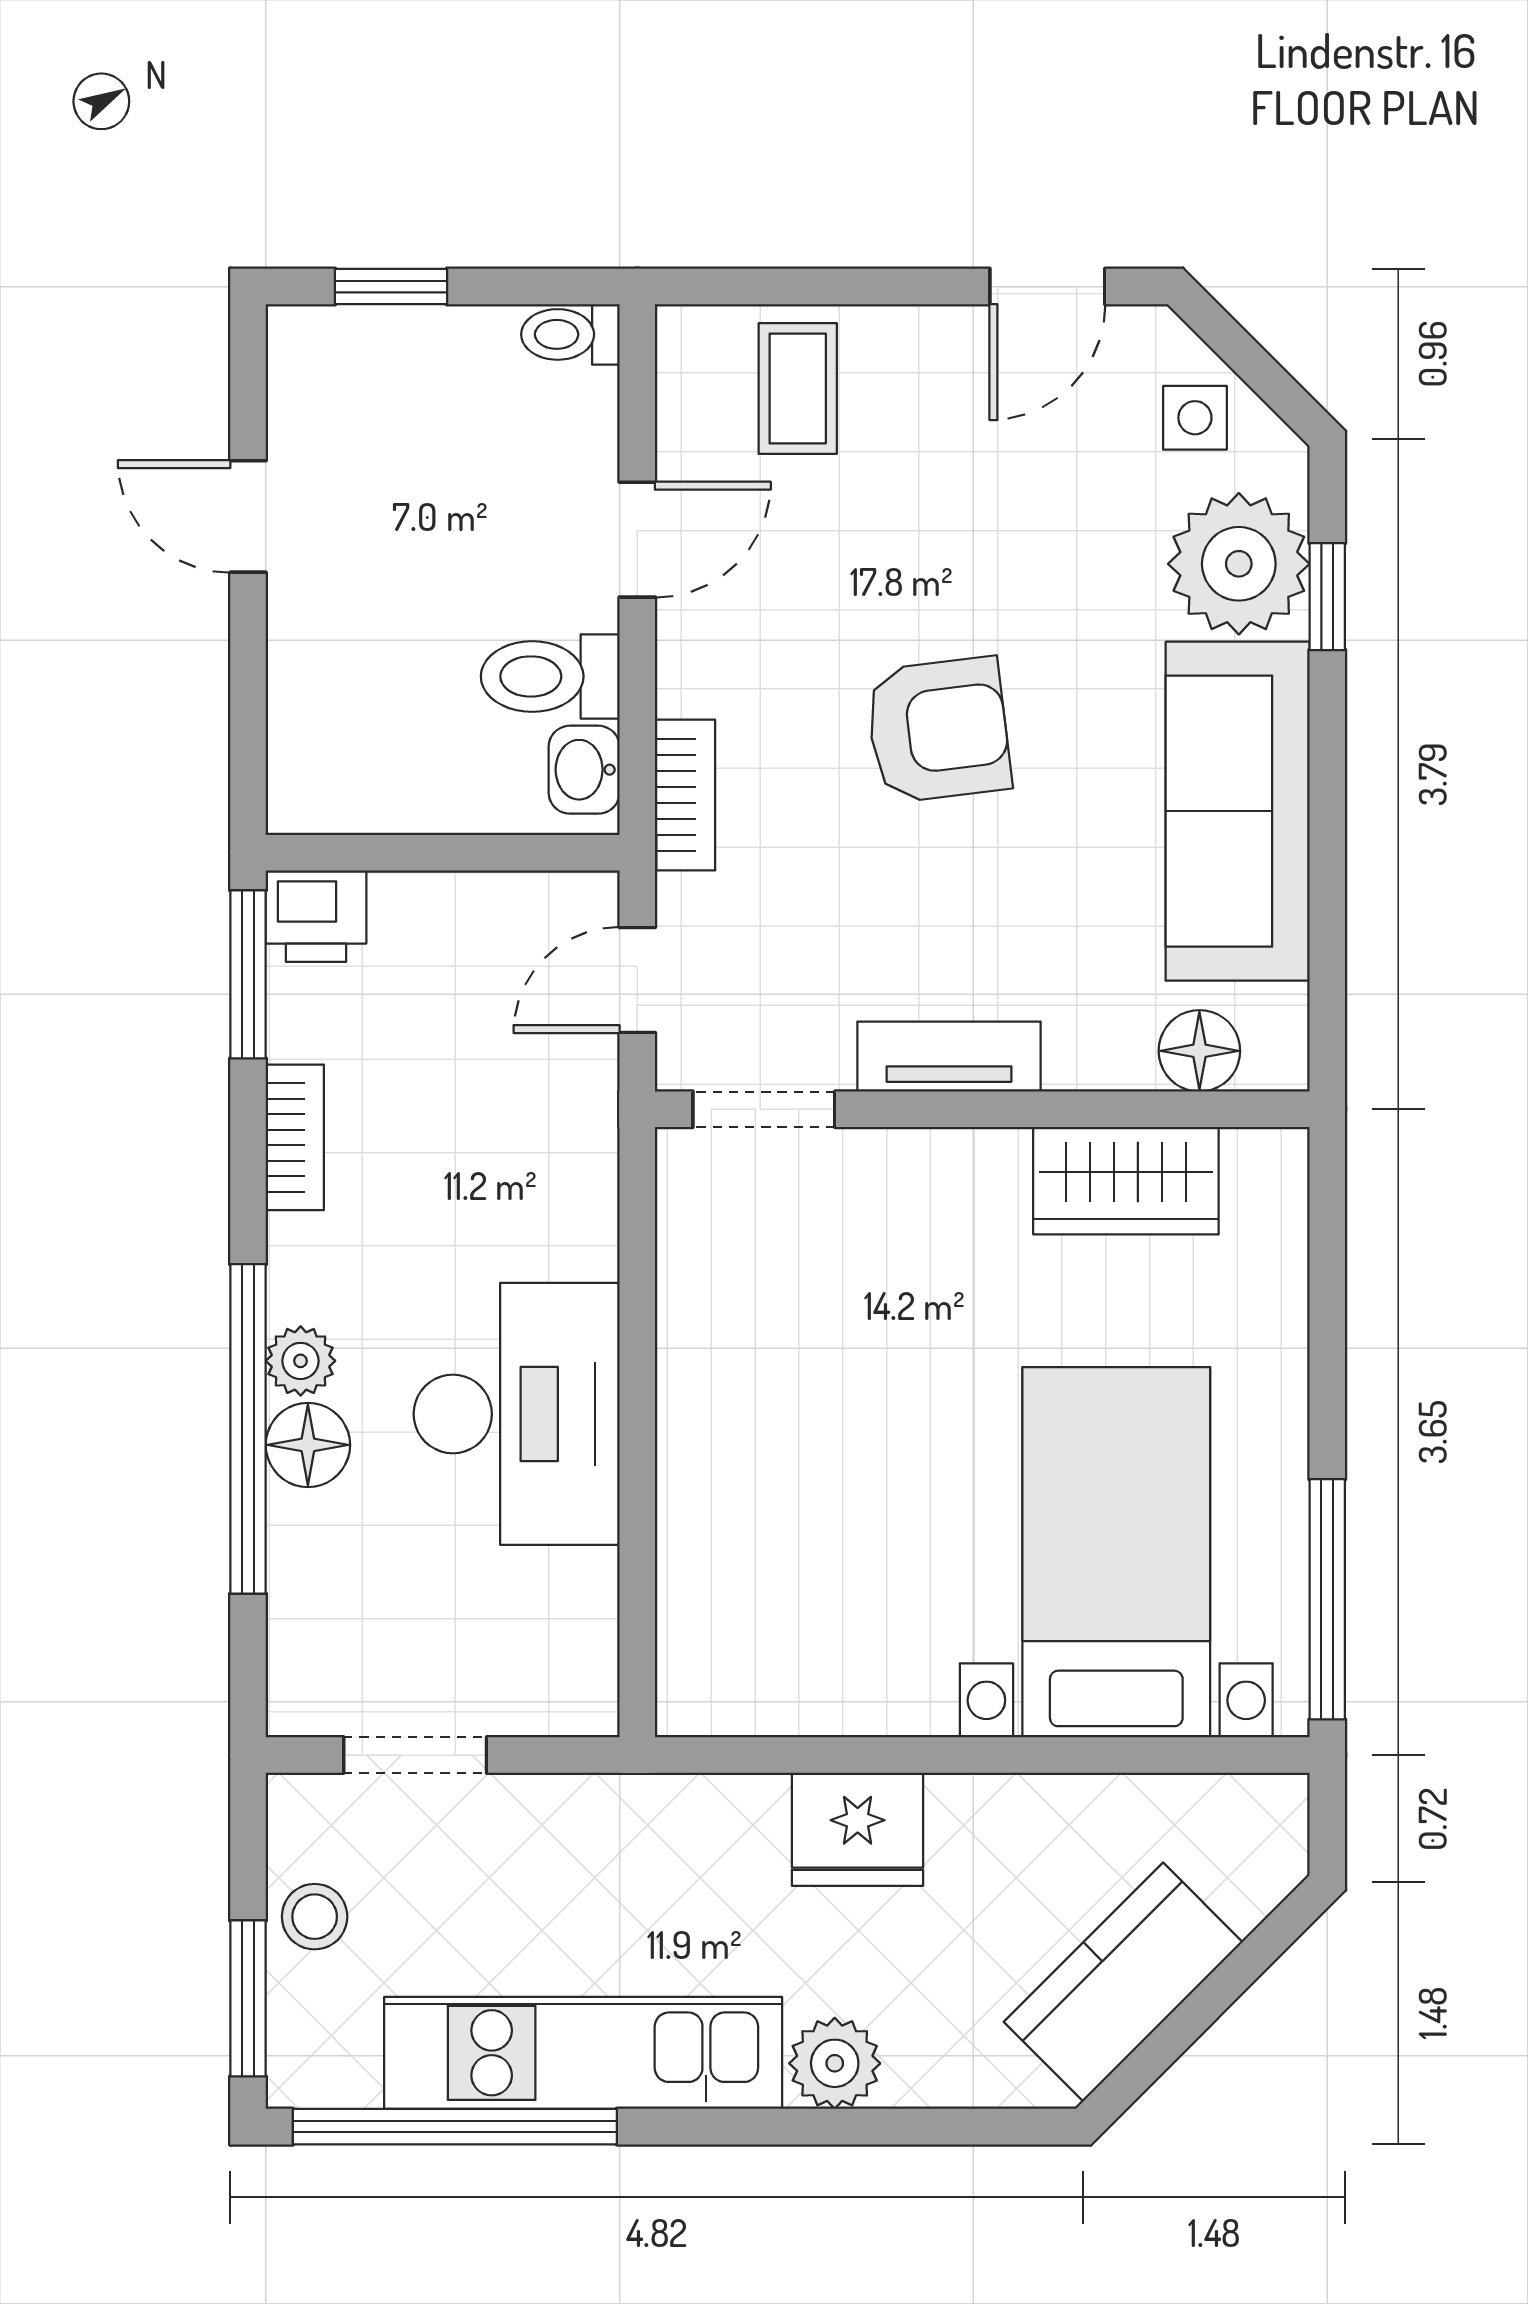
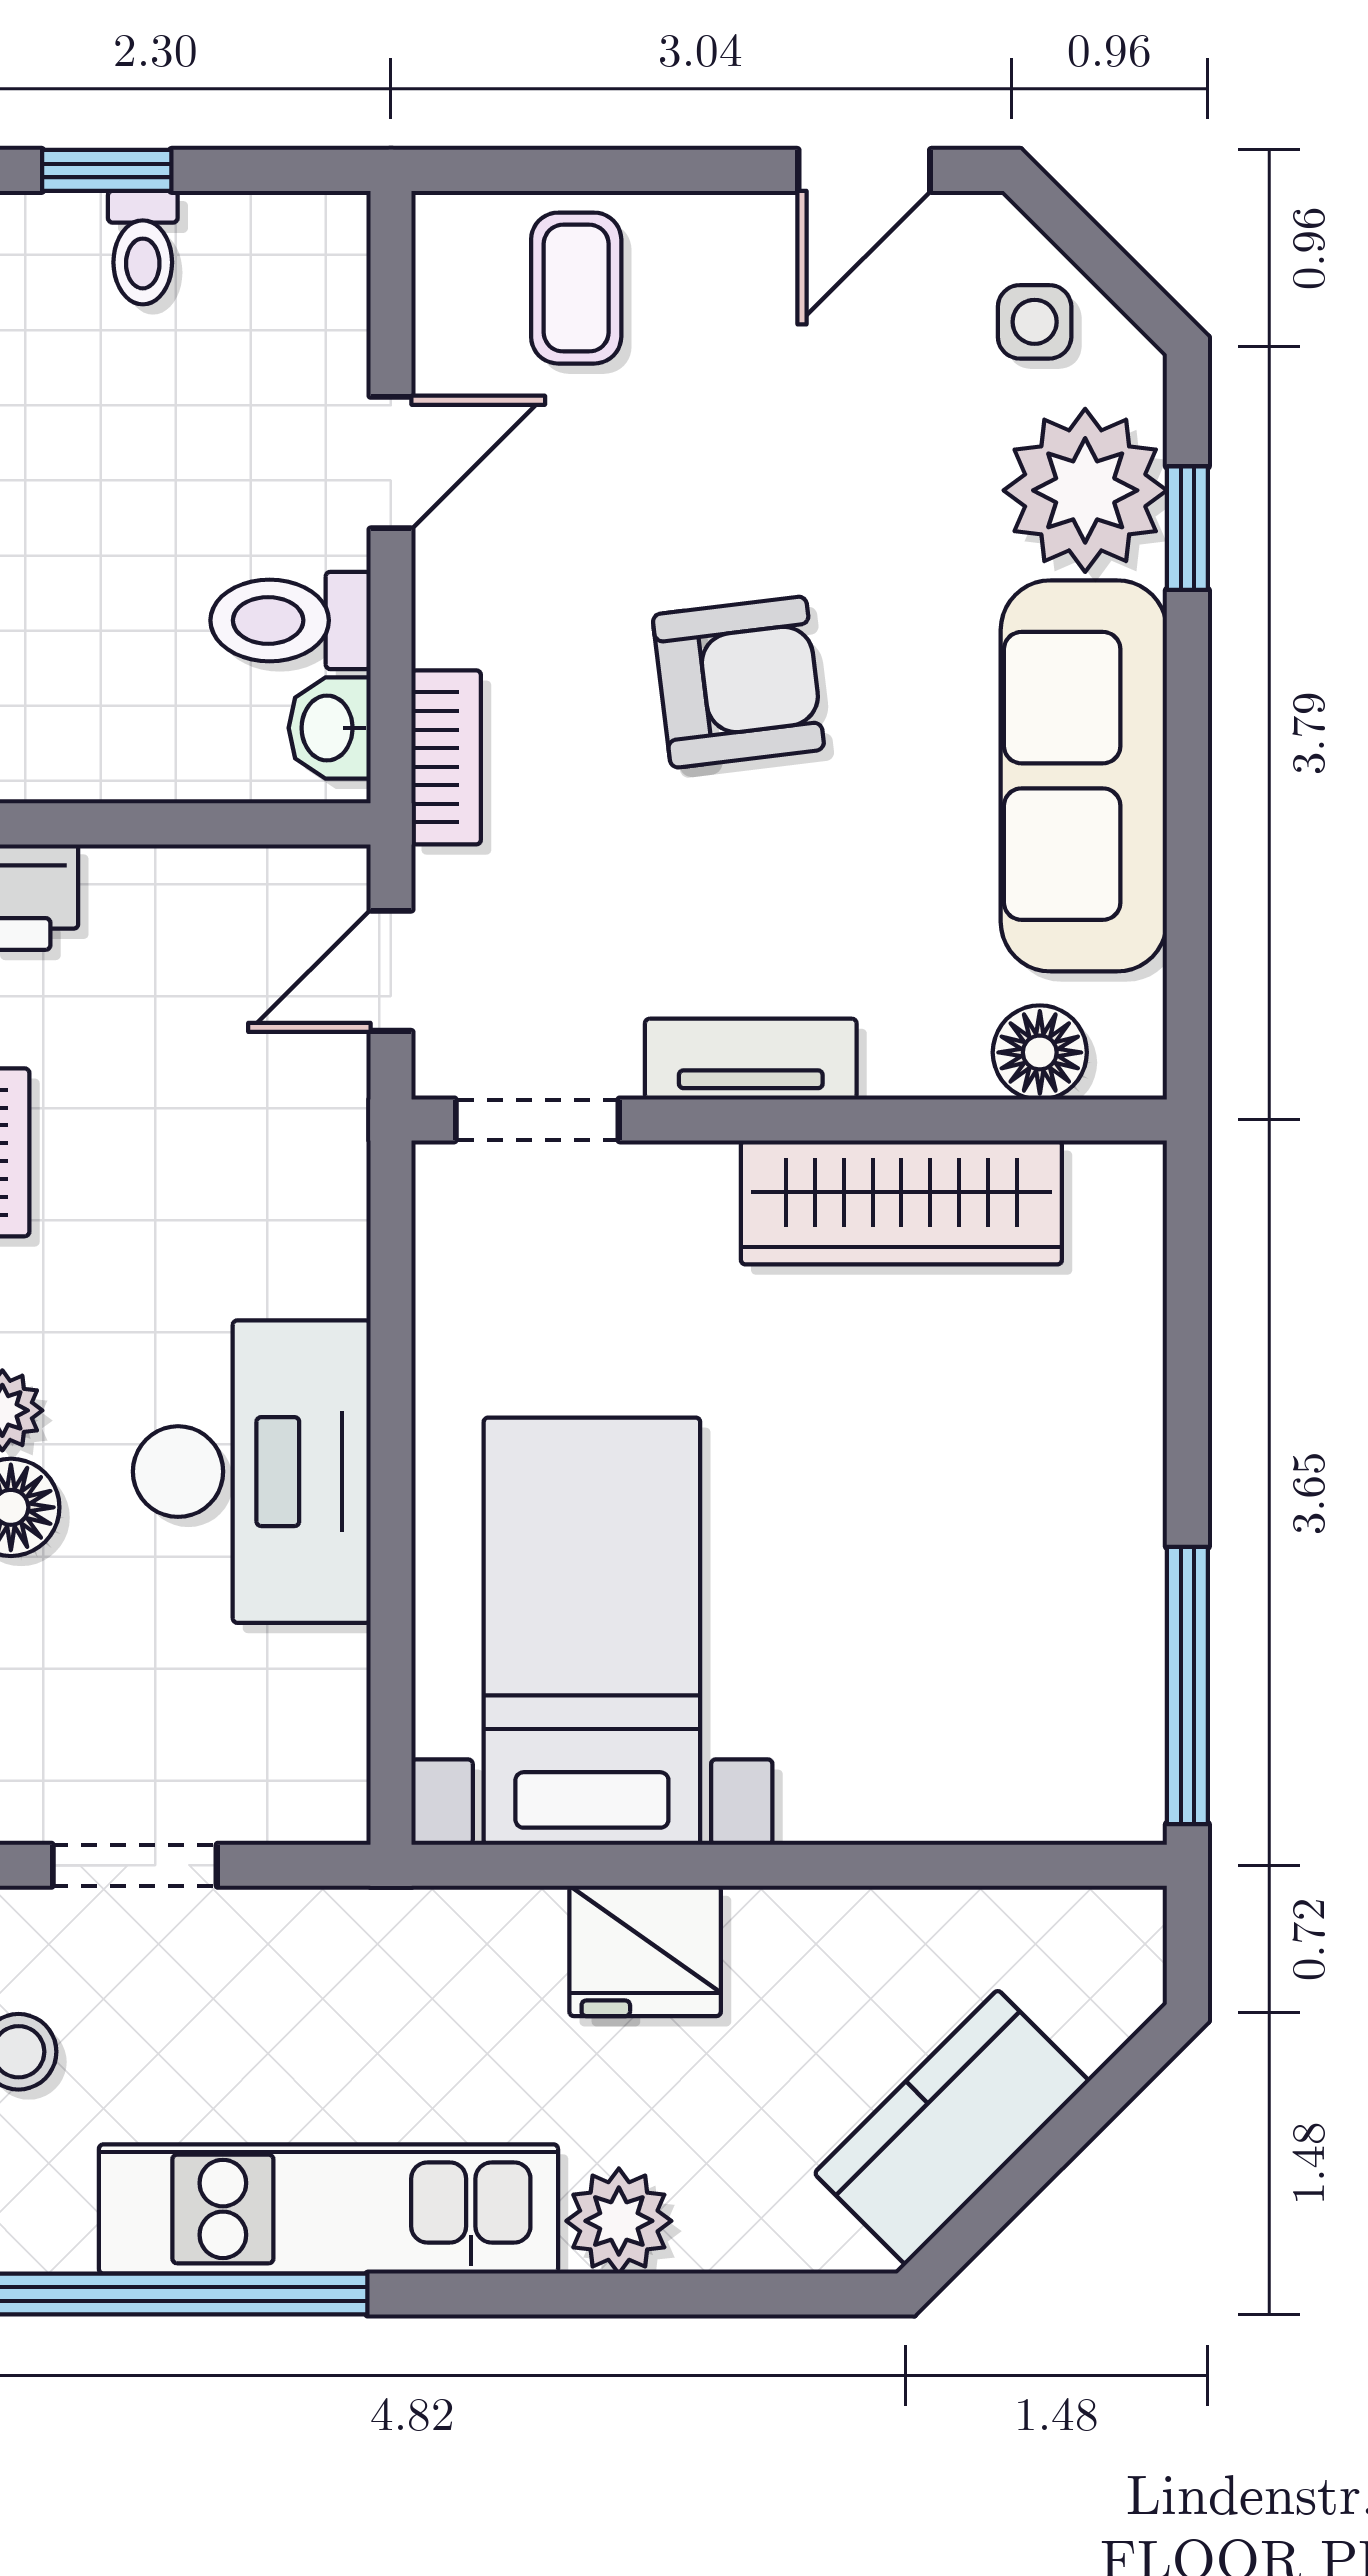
toilet: (570, 334) -> (143, 248), moved, turned -90
wardrobe: (1126, 1181) -> (901, 1202), width x1.50
bed with nightstands: (1116, 1552) -> (592, 1631), moved

